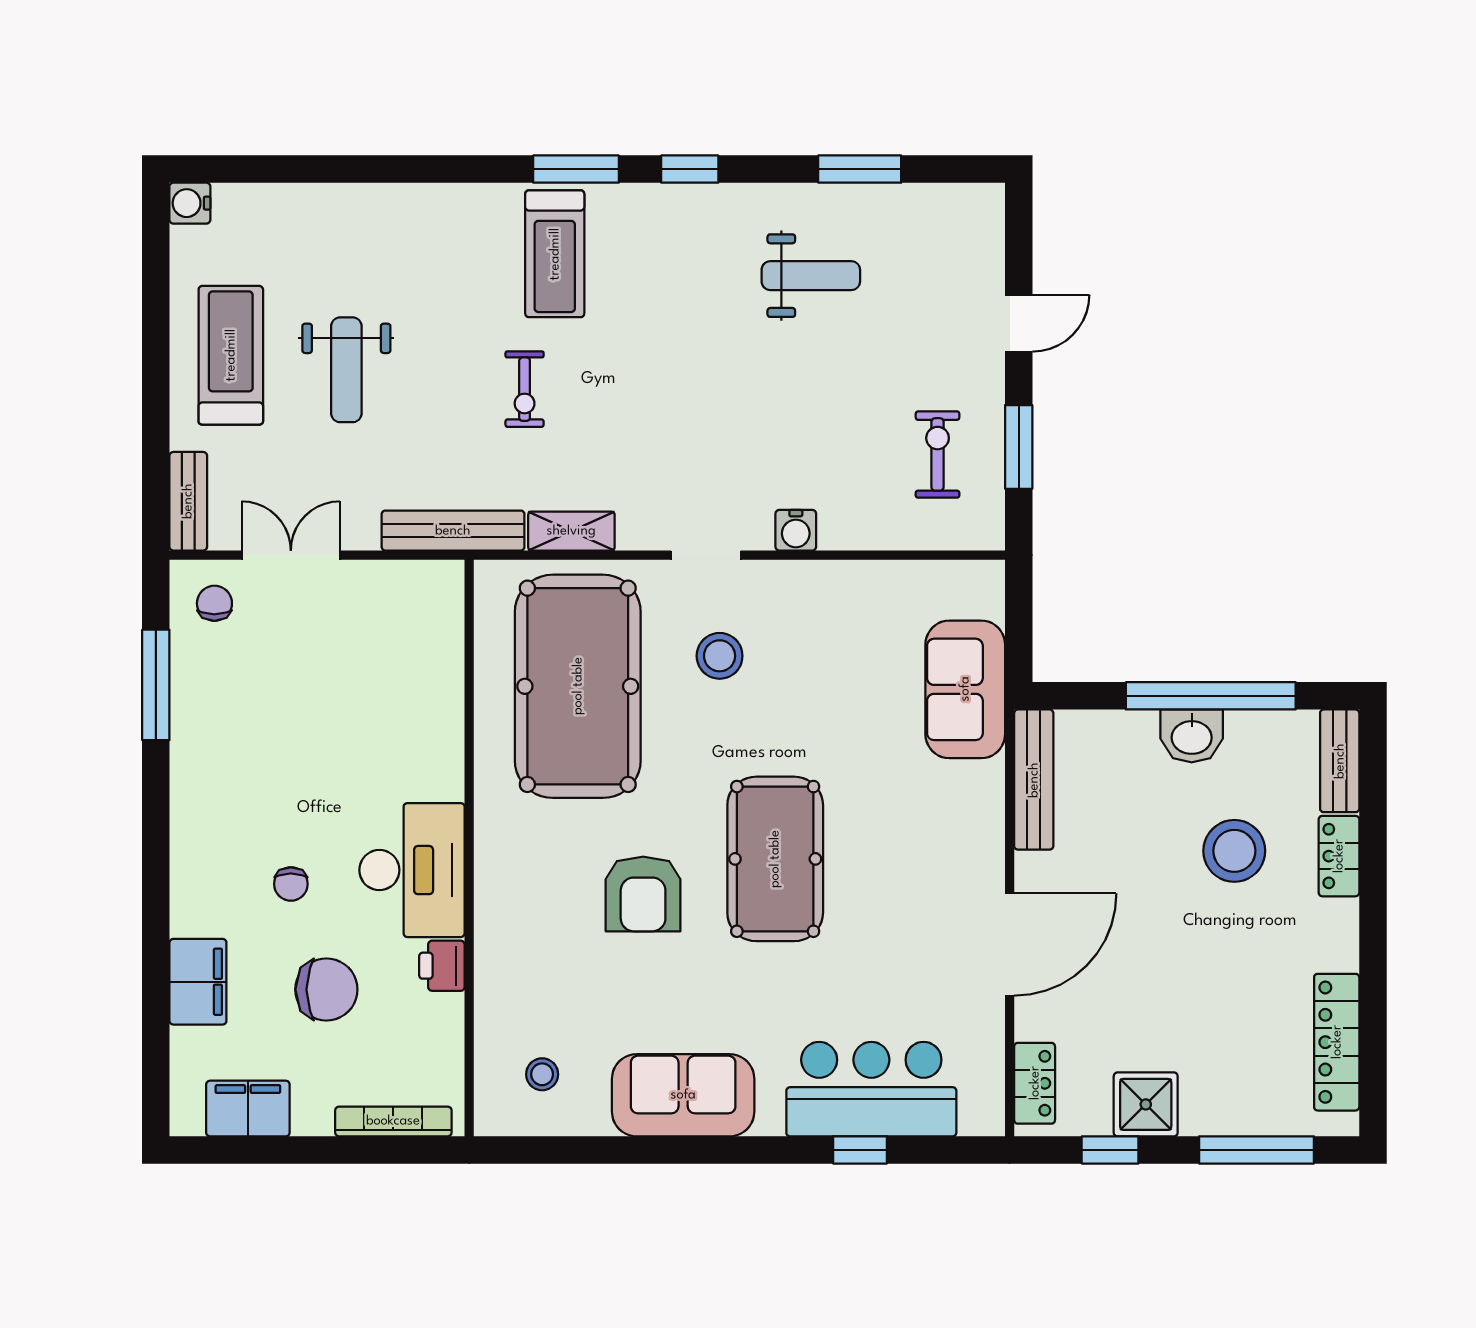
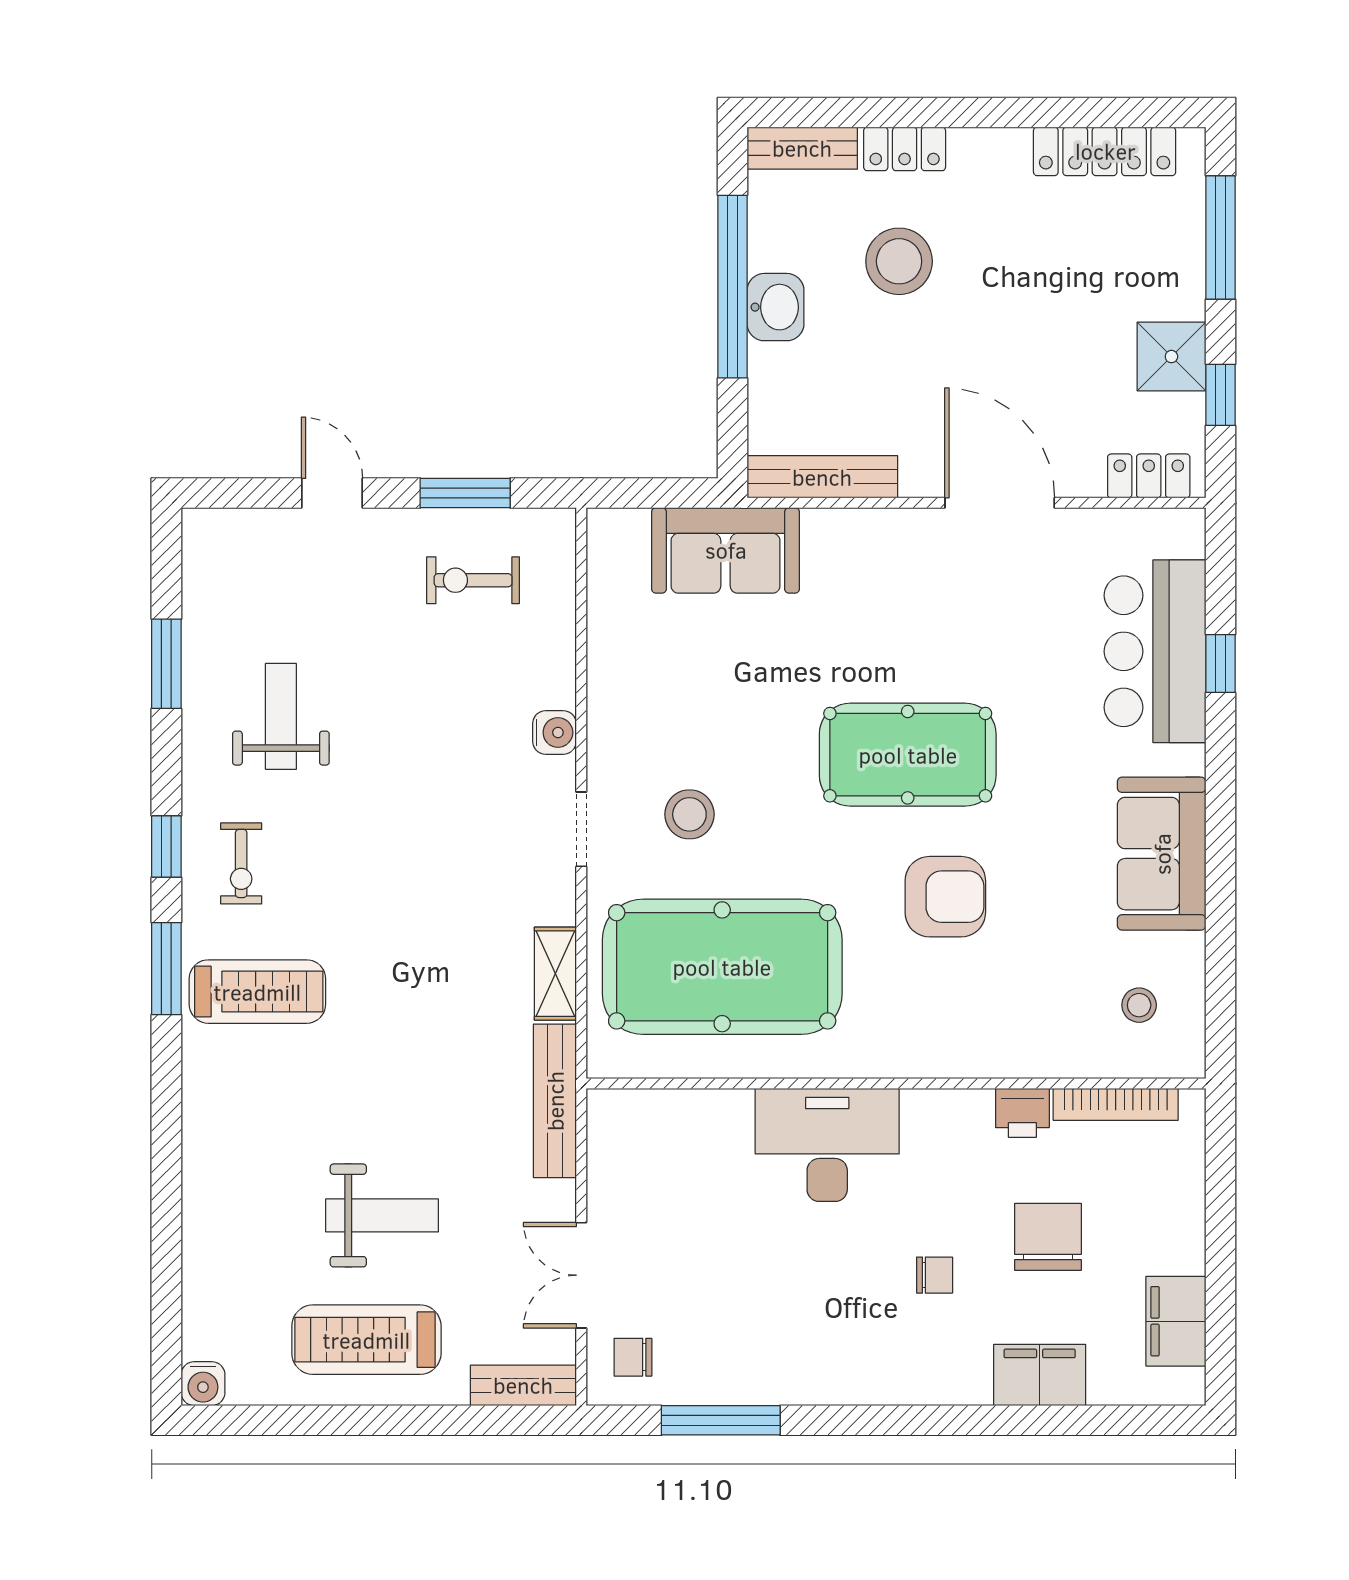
exercise bike: (525, 389) -> (241, 863), moved, turned 90
desk: (412, 870) -> (827, 1145), moved
bookcase: (393, 1121) -> (1116, 1104), moved, turned -90

